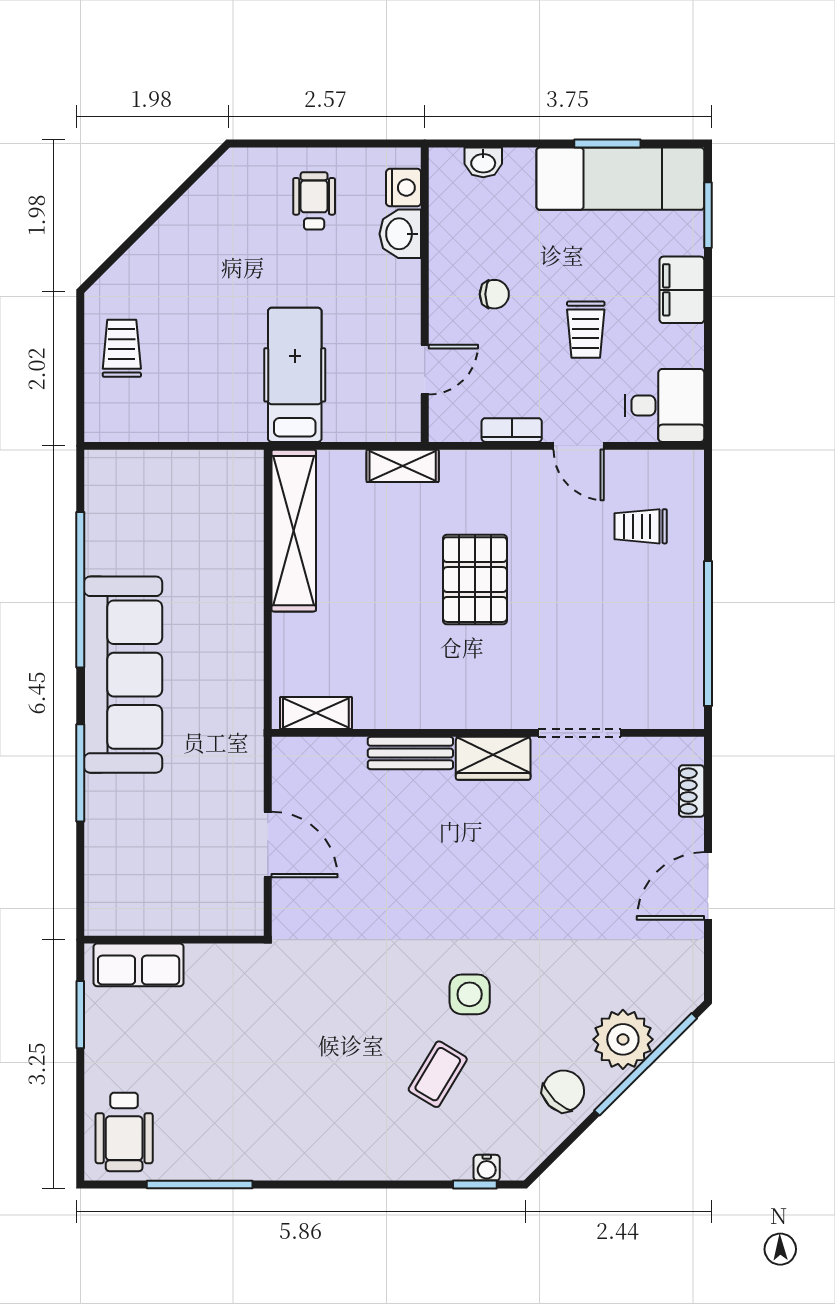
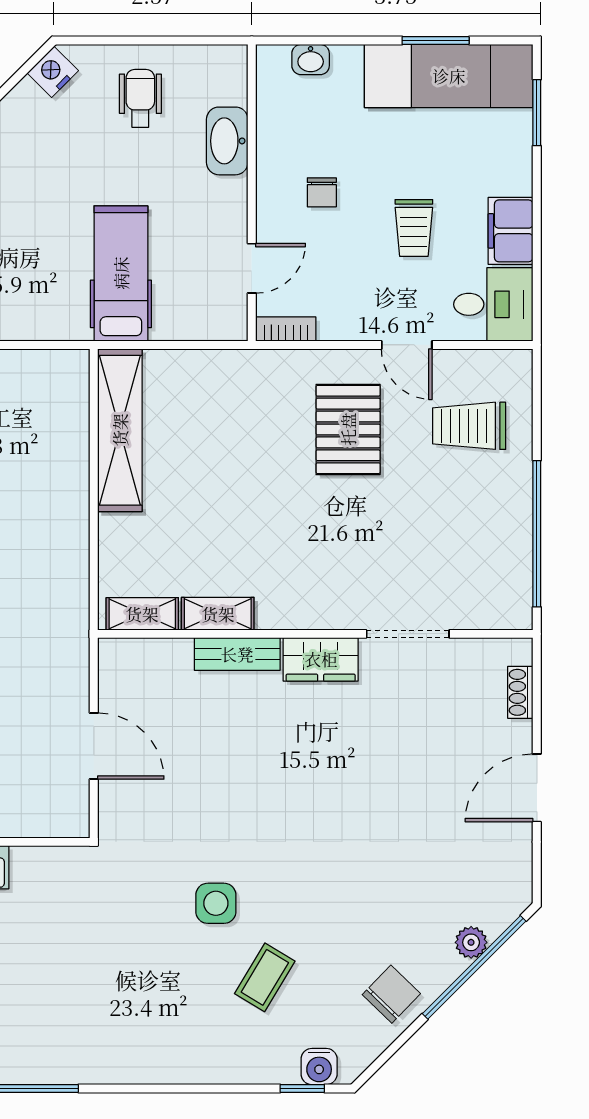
nightstand: (404, 188) -> (53, 72), moved, turned -135
washbasin: (400, 234) -> (227, 141), width x1.38
filing cabinet: (682, 290) -> (511, 231), moved
chair: (494, 294) -> (322, 192), turned 90
bookcase: (512, 430) -> (286, 329), moved
shelving: (403, 466) -> (218, 614), moved
trolley: (641, 526) -> (469, 426), width x1.36, depth x1.39
pallet: (475, 580) -> (348, 429), moved
side table: (470, 994) -> (216, 903), moved
plant: (623, 1039) -> (471, 942), width x0.53, depth x0.53
water cooler: (487, 1168) -> (319, 1067), width x1.38, depth x1.38

